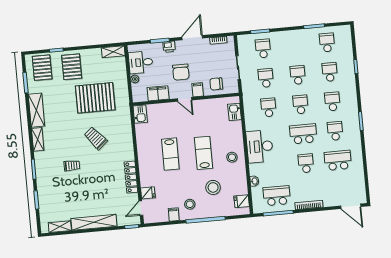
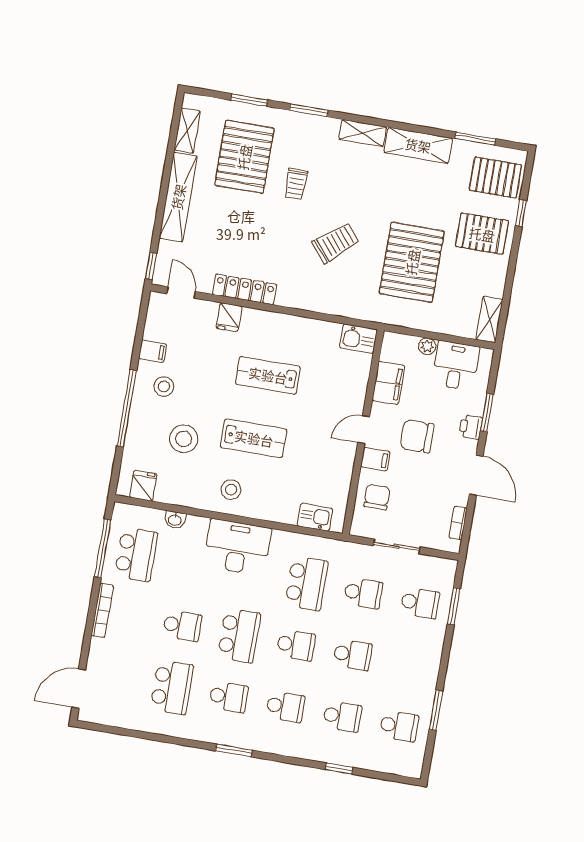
school desk: (268, 107) -> (306, 583), width x1.85
fridge: (148, 193) -> (229, 317), moved
pallet: (65, 195) -> (244, 157), added

